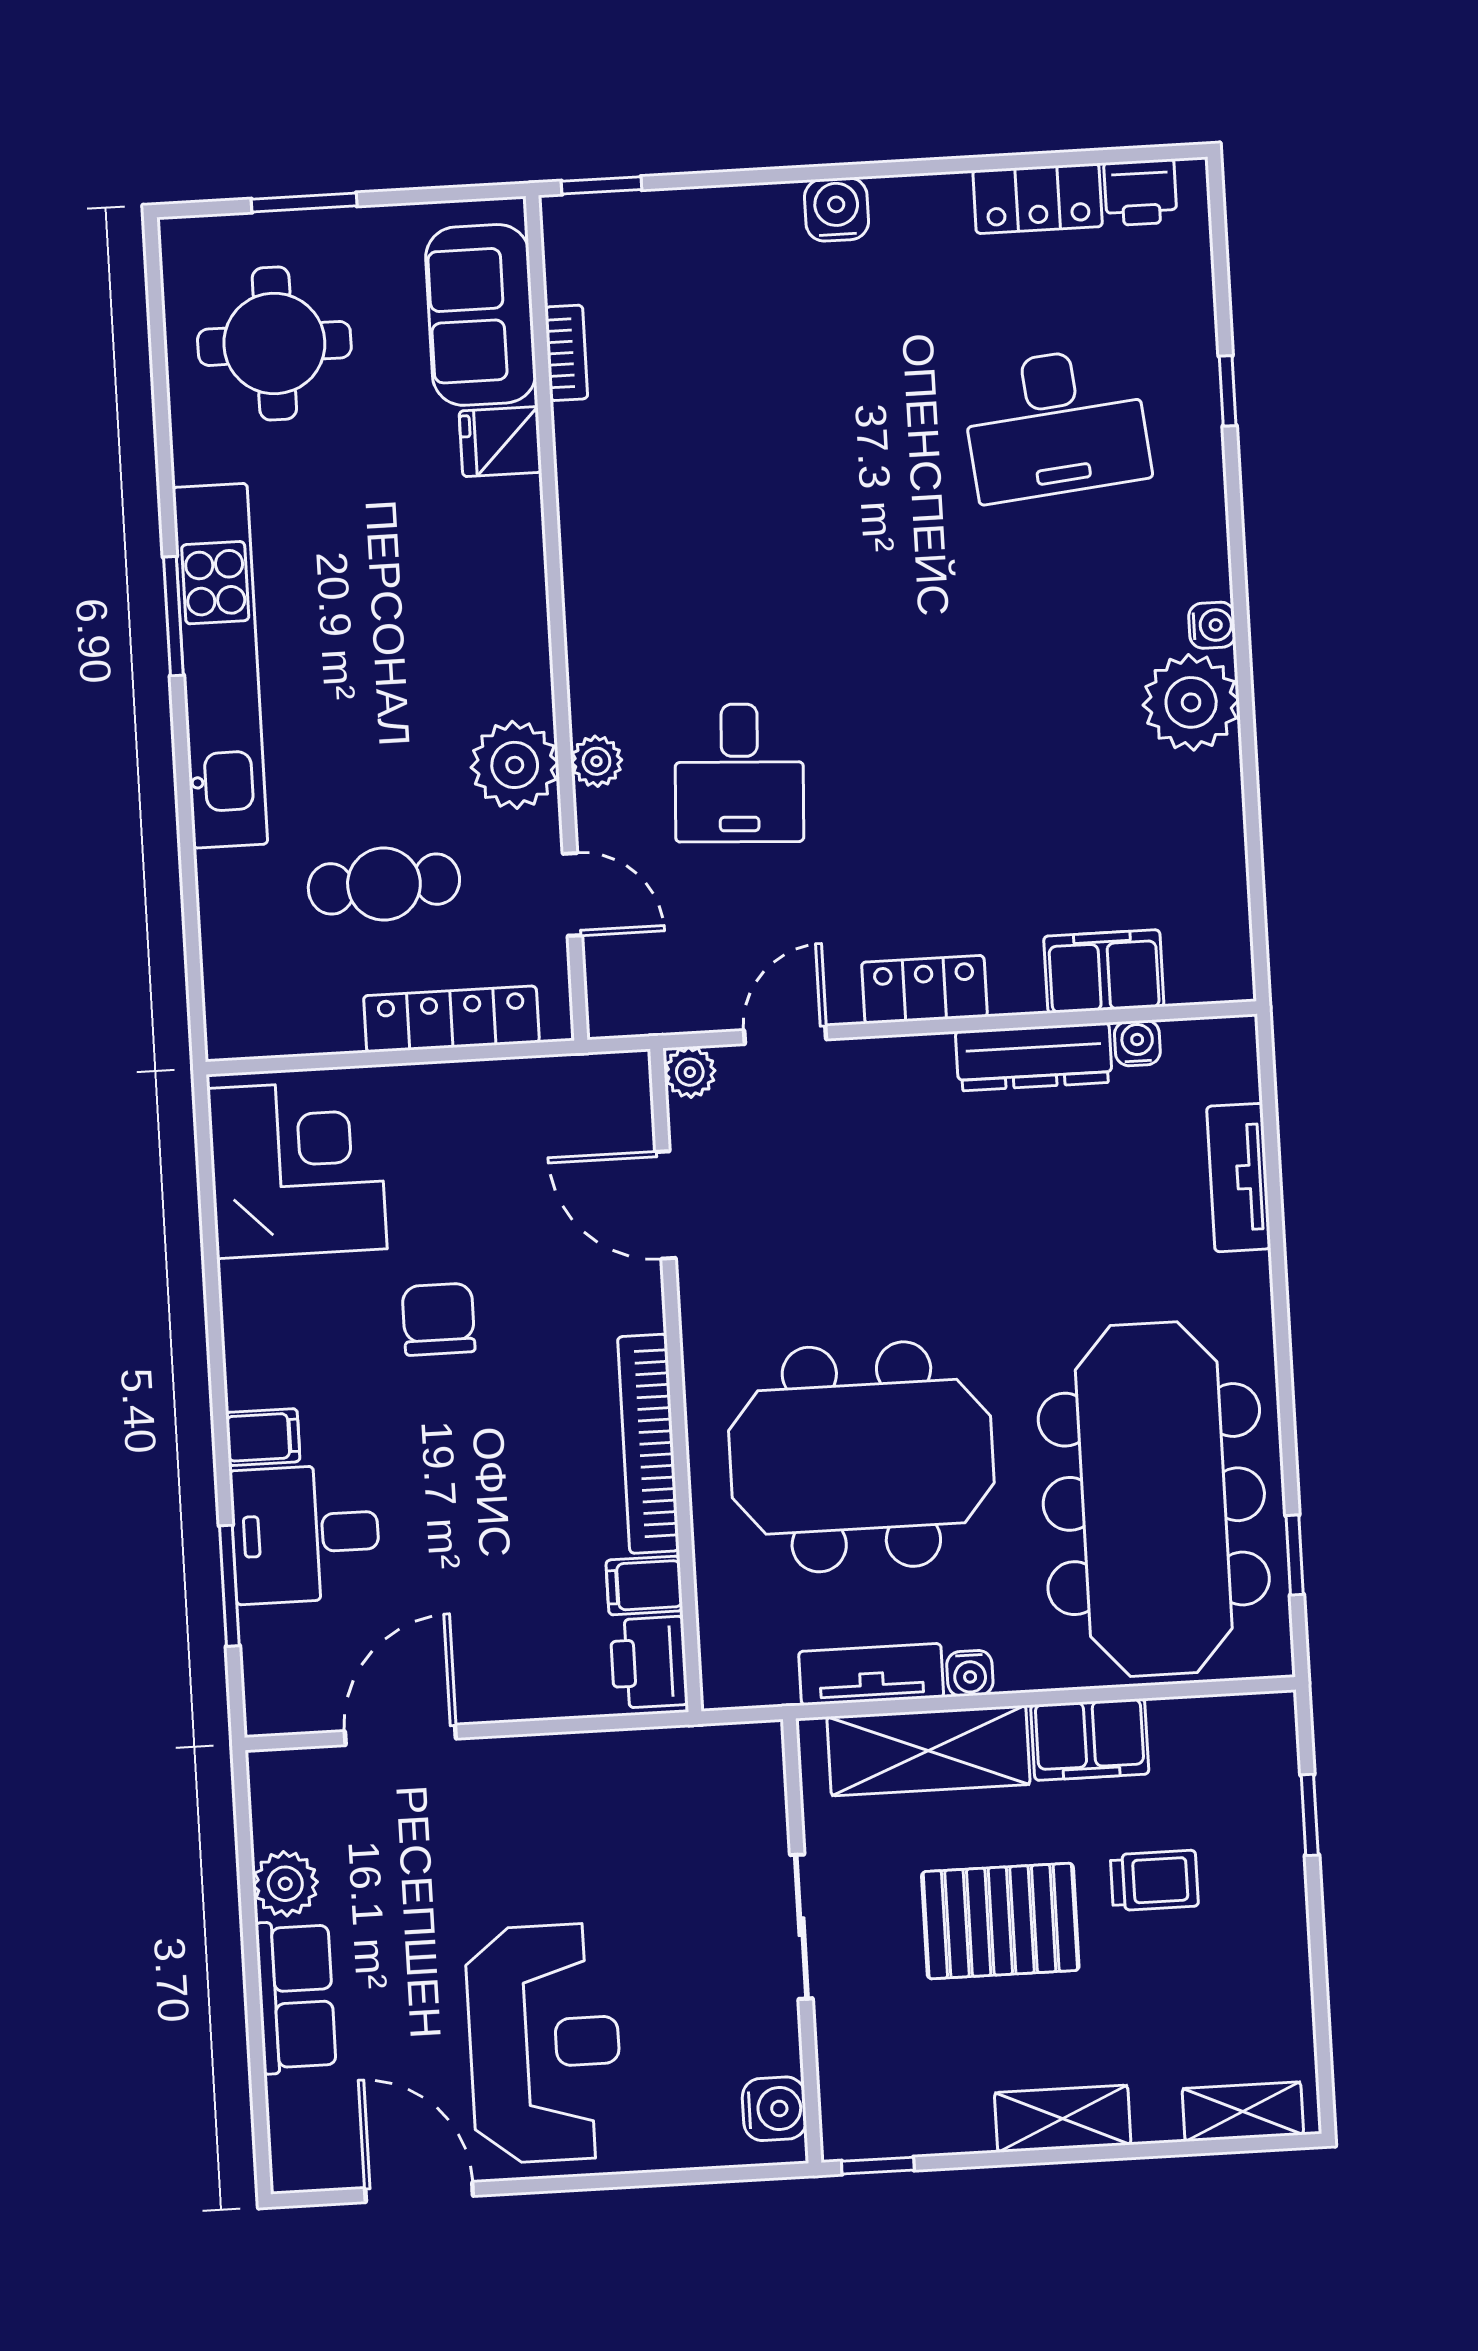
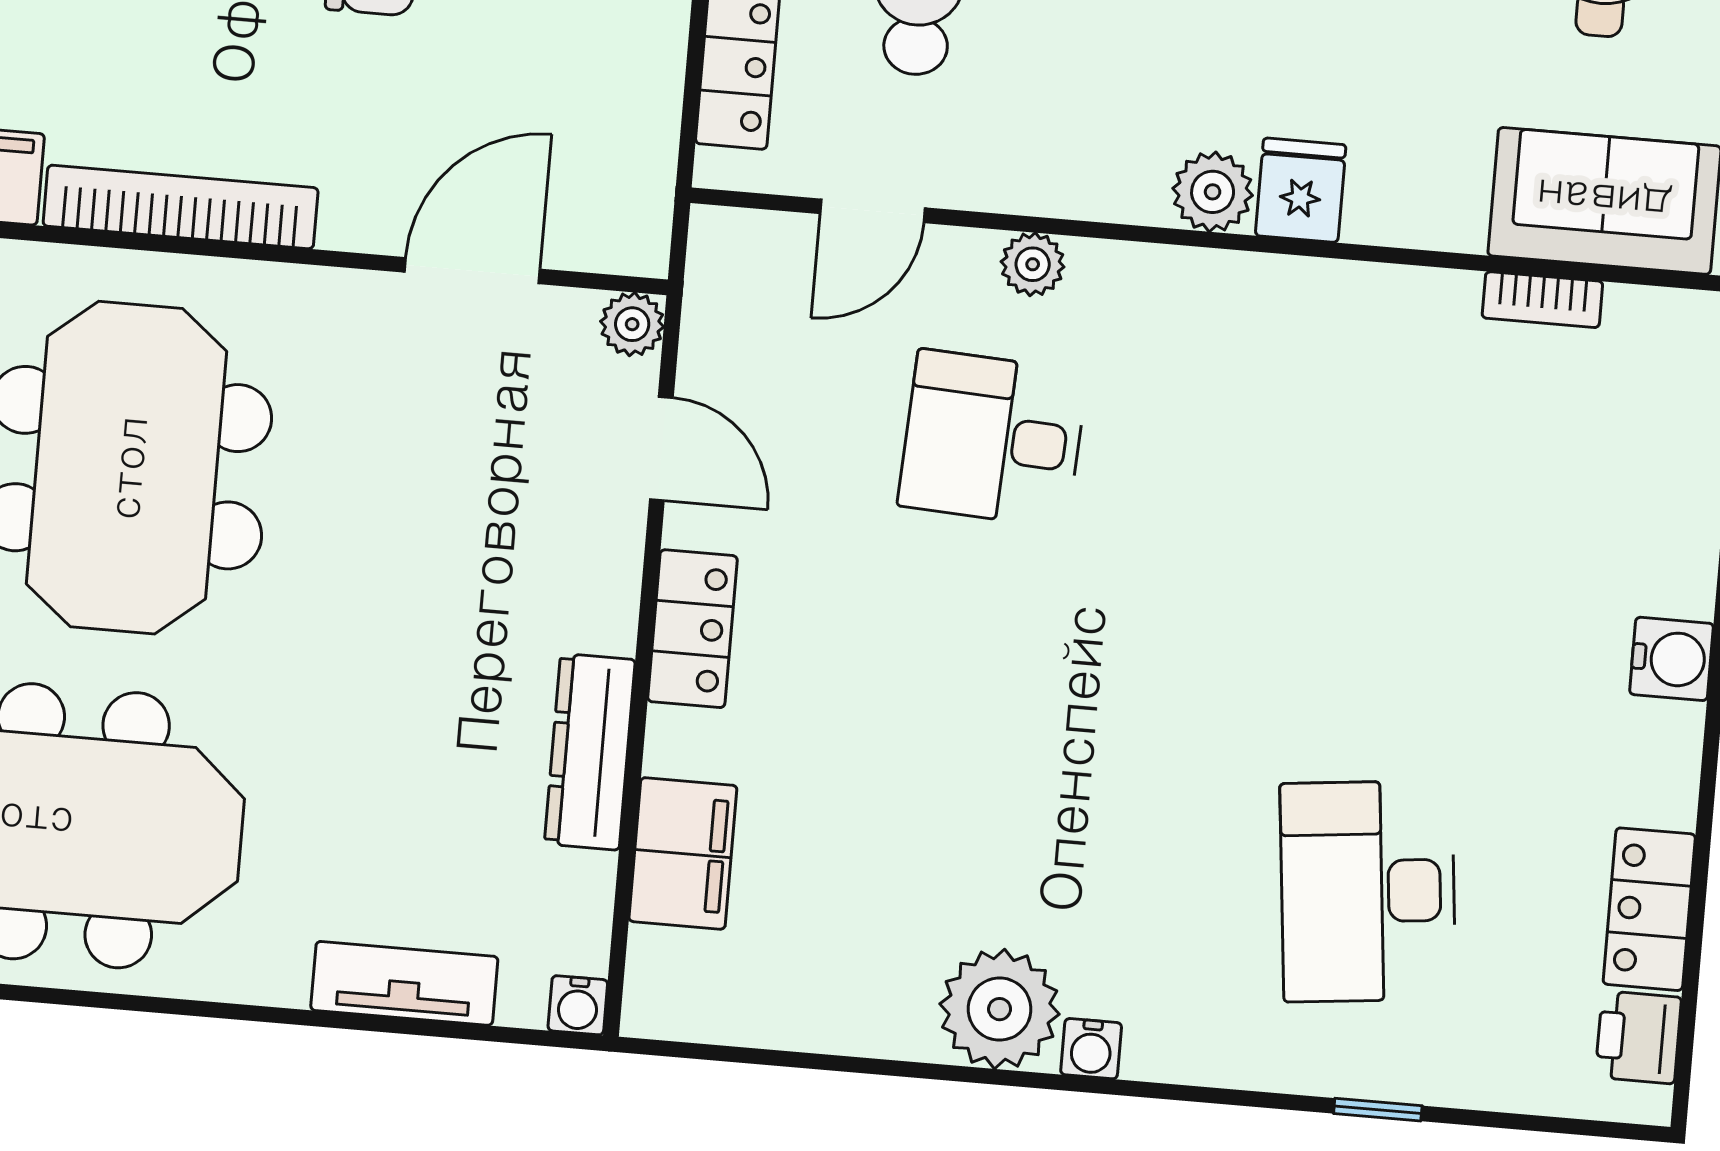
fridge: (500, 442) -> (1301, 190), moved
plant: (515, 765) -> (1213, 192), moved, width x0.73, depth x0.73
water cooler: (1137, 1043) -> (578, 1005), moved, turned 90

